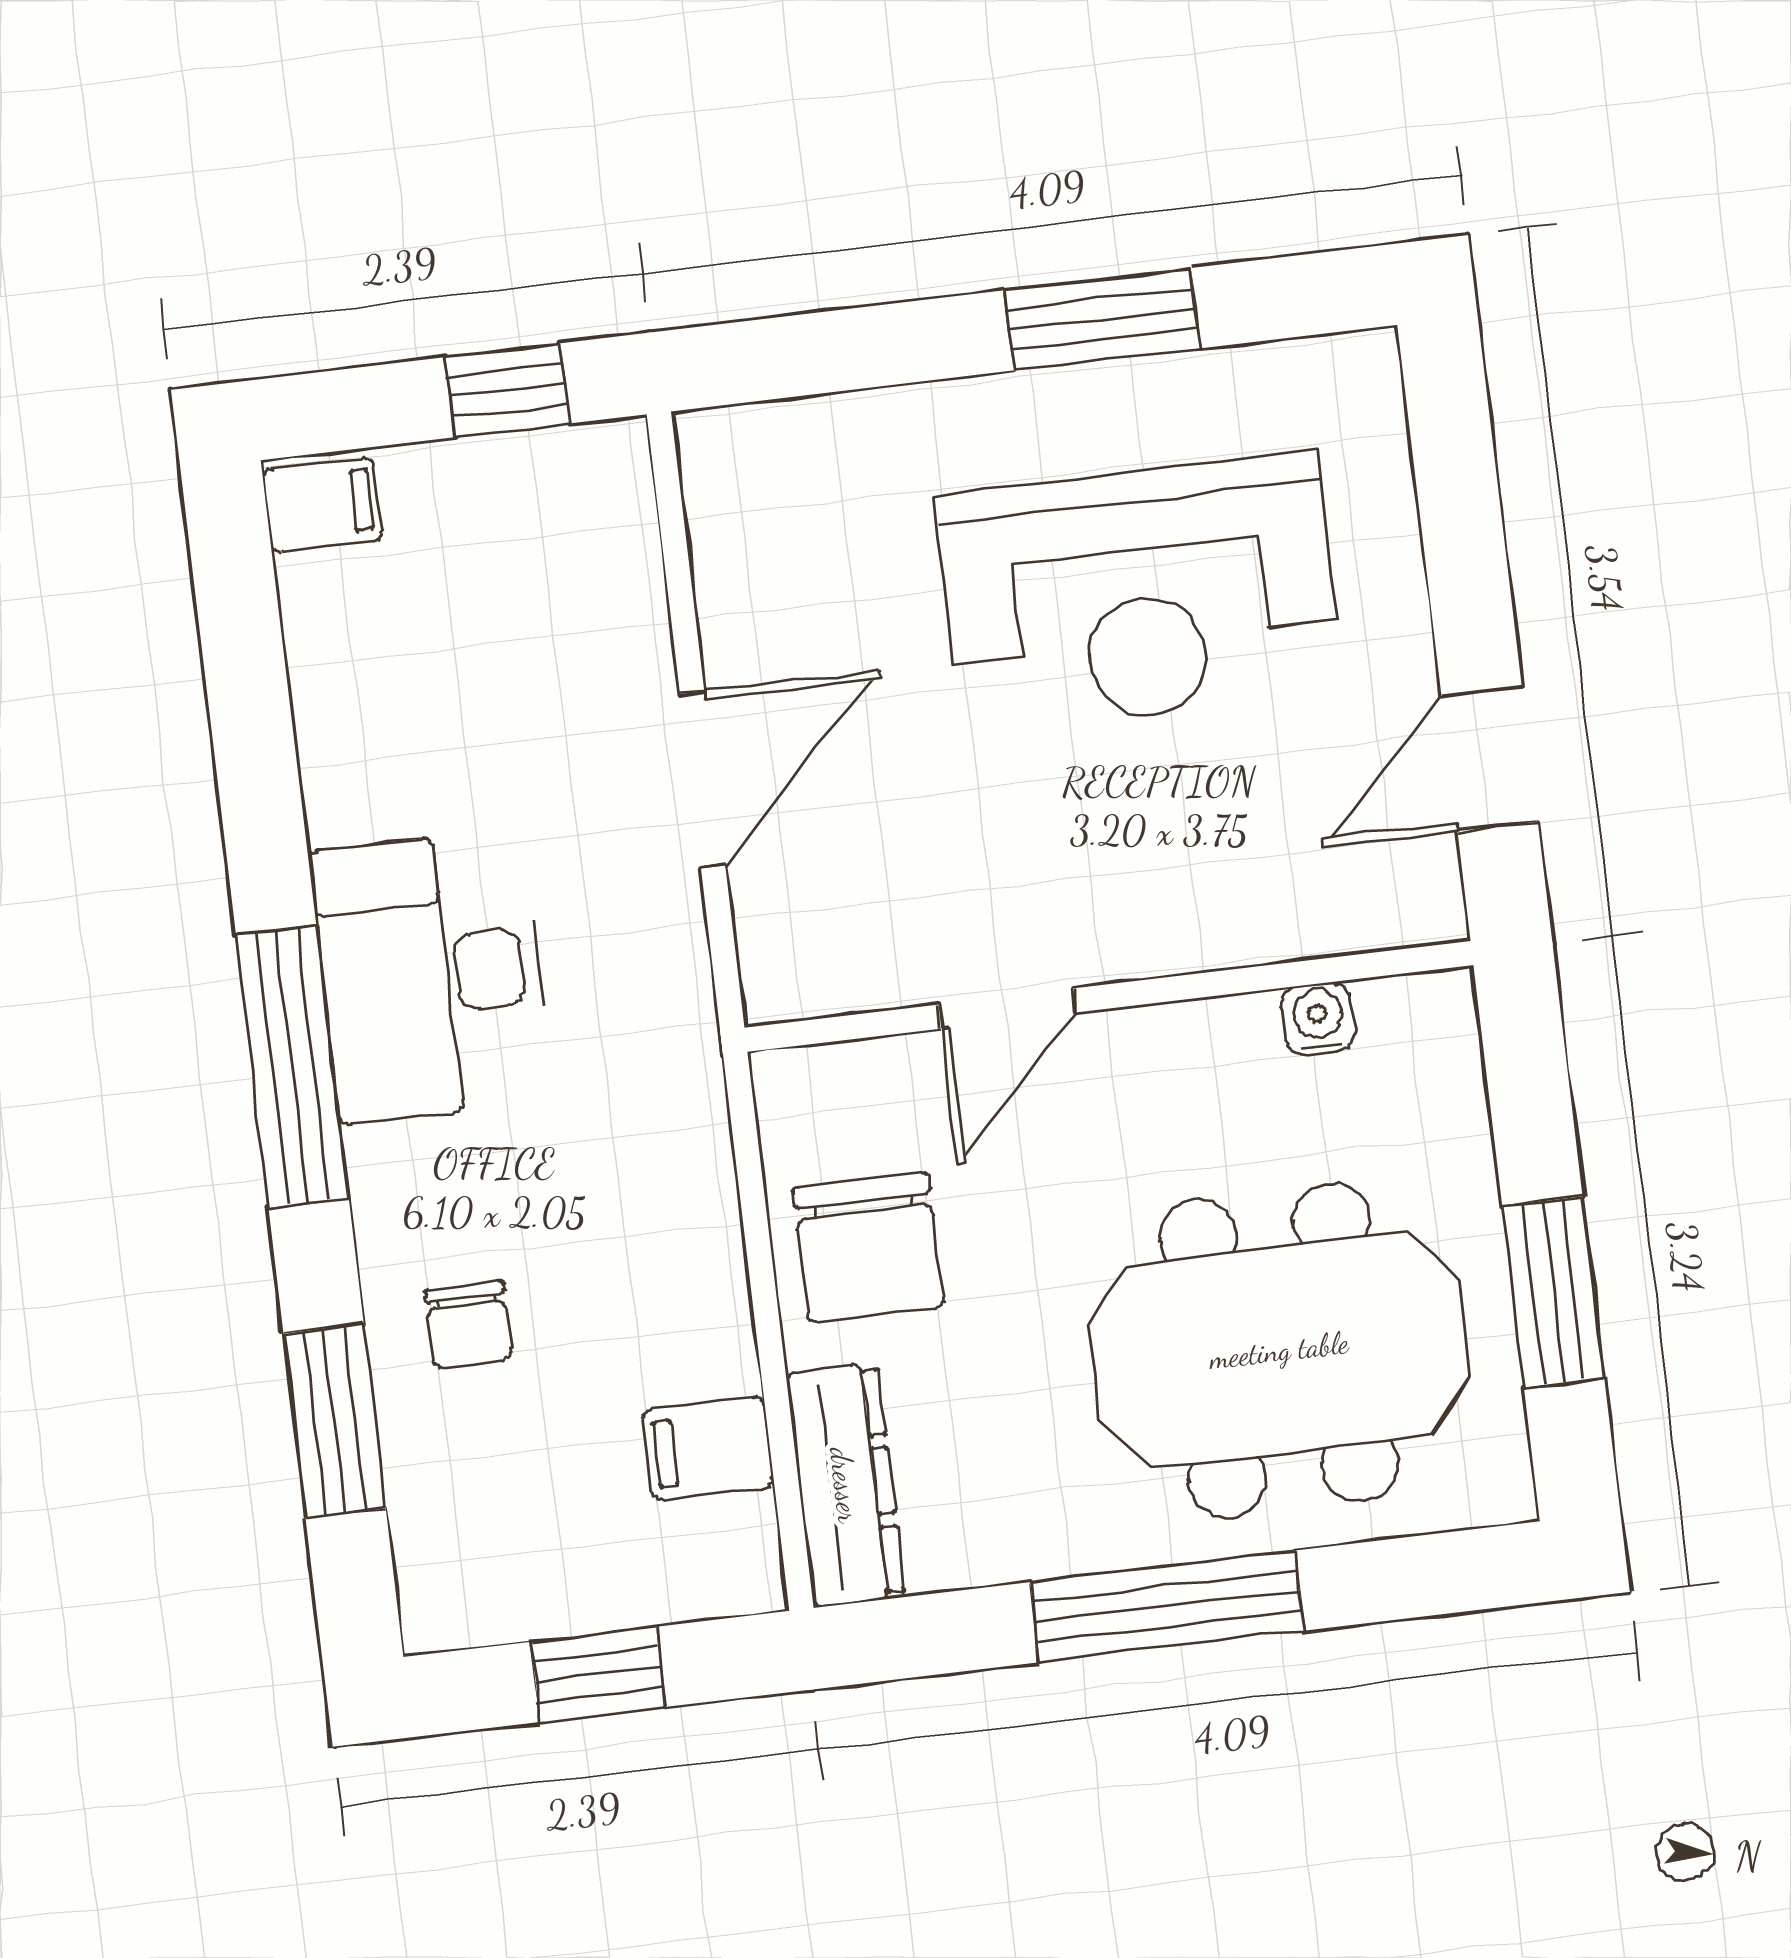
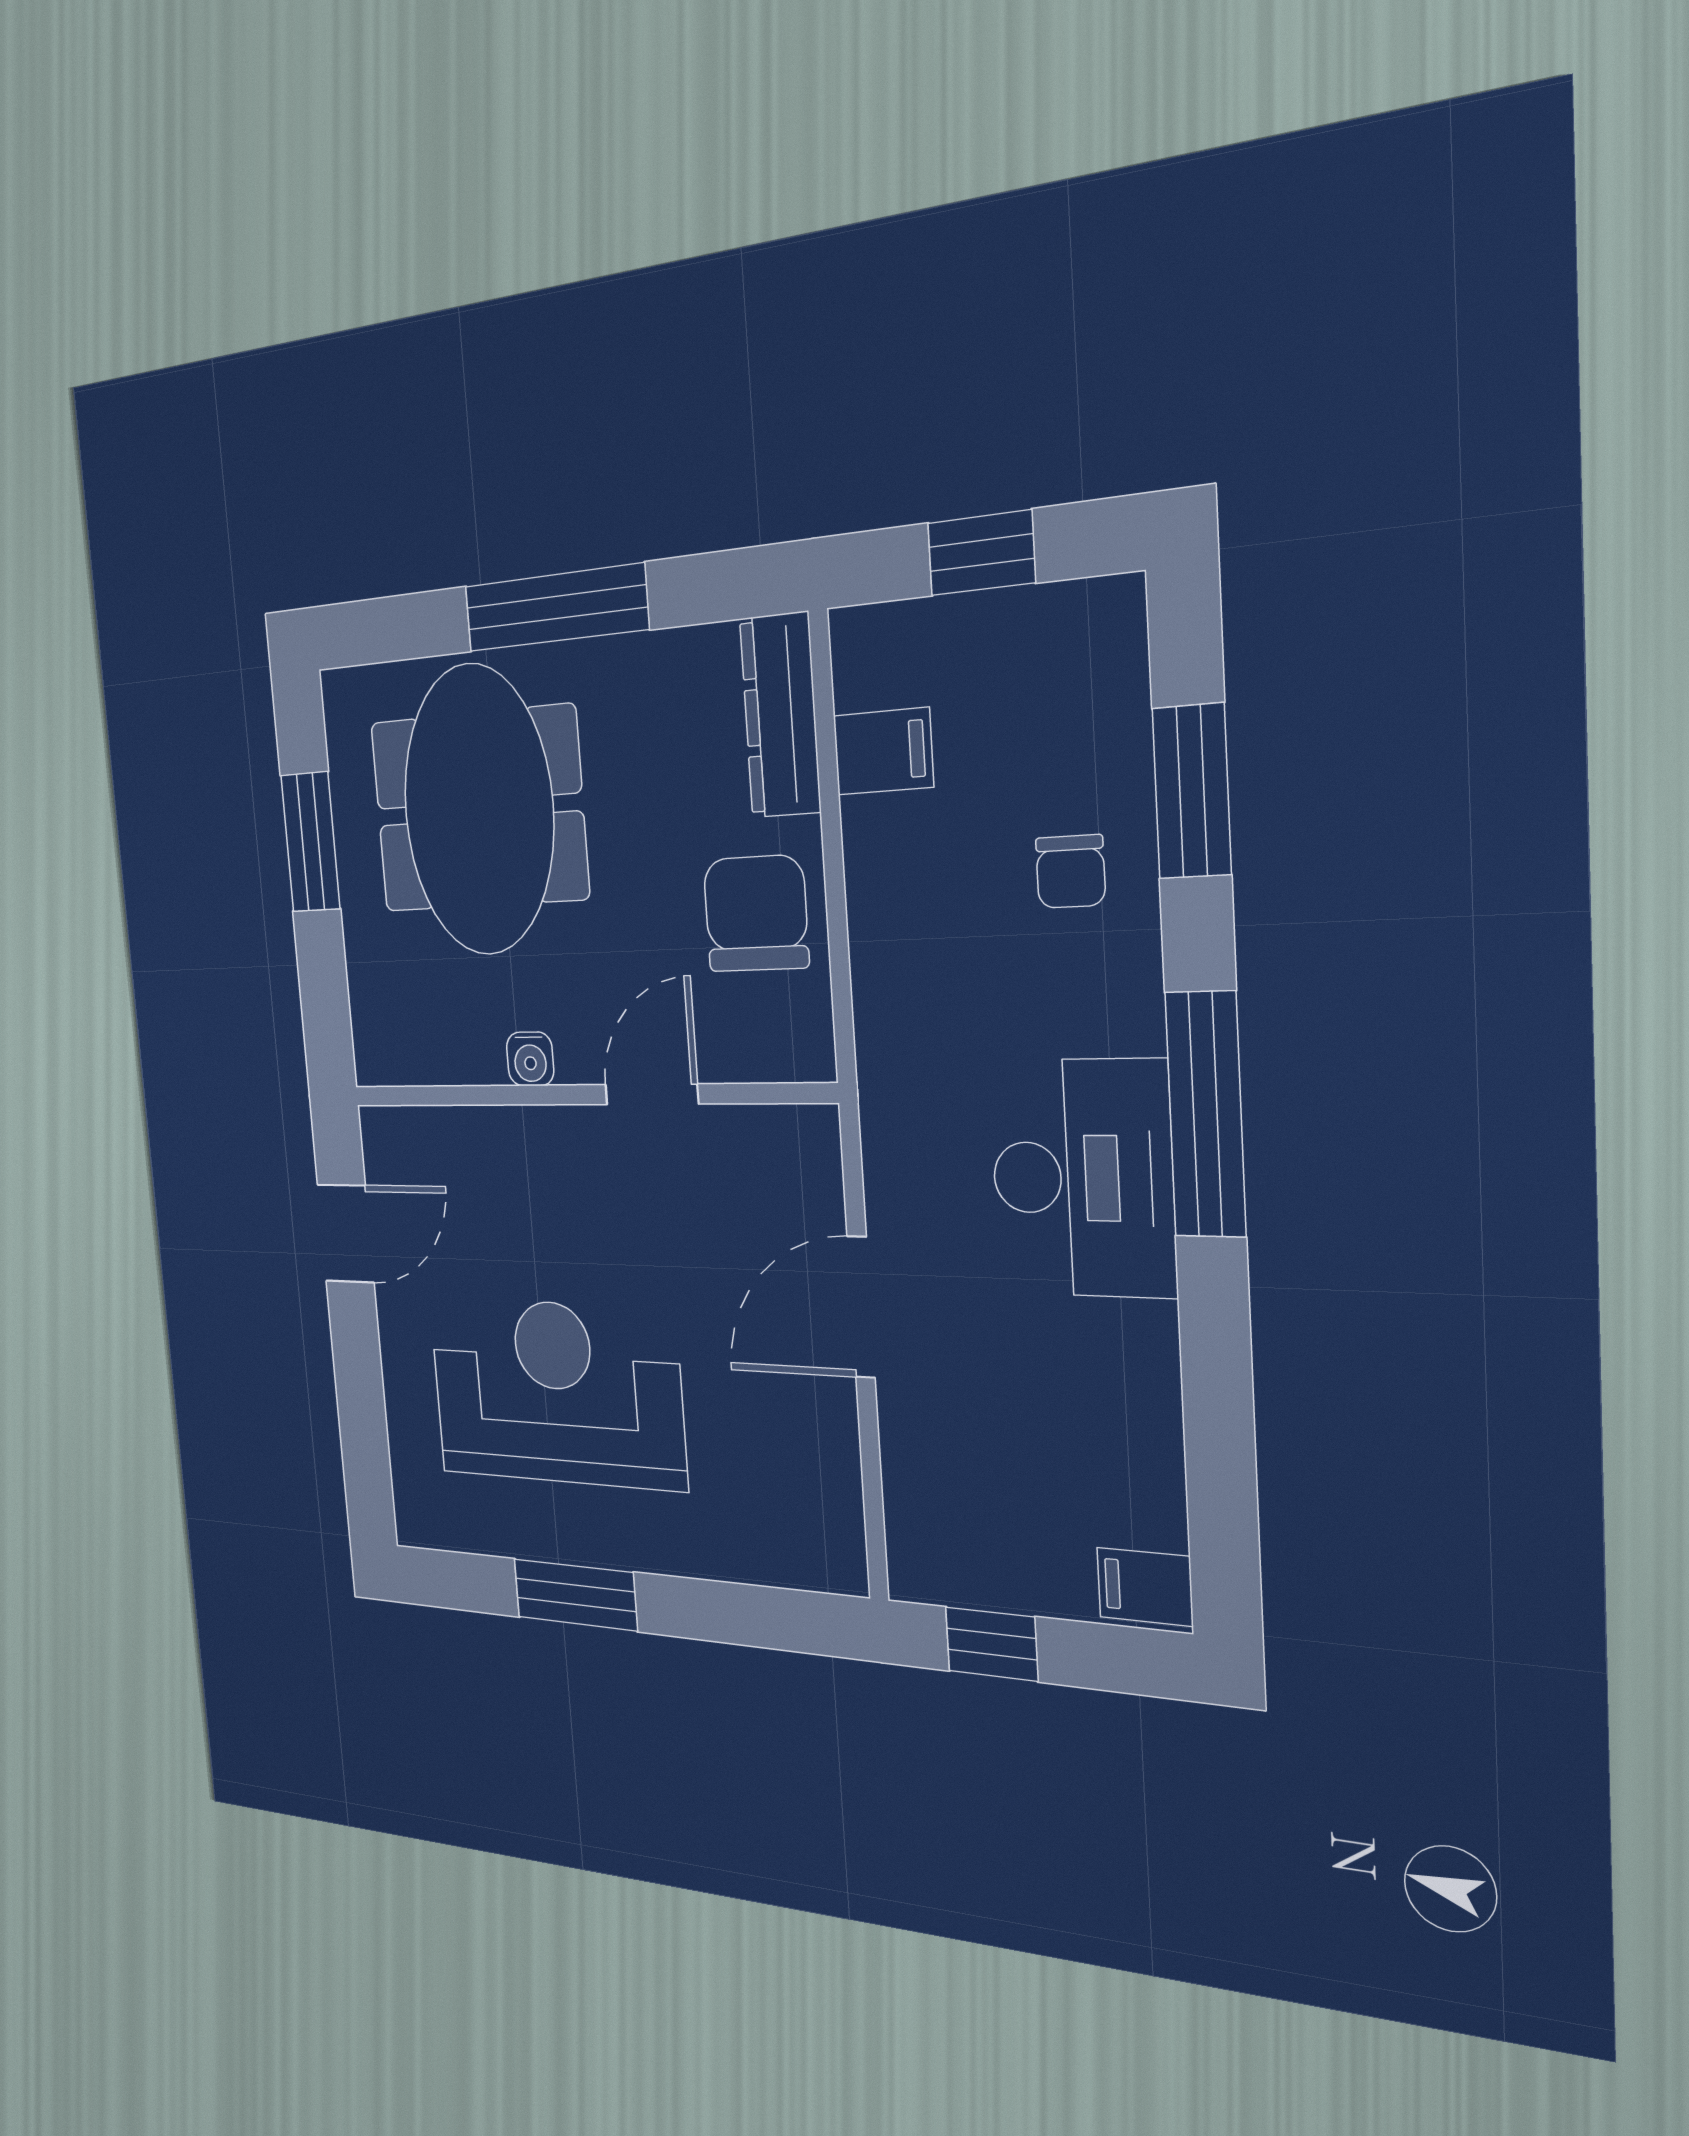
water cooler: (1318, 1019) -> (530, 1059), moved
chair: (469, 1325) -> (1071, 871), turned 180
meeting table: (1279, 1350) -> (478, 810), turned 90

